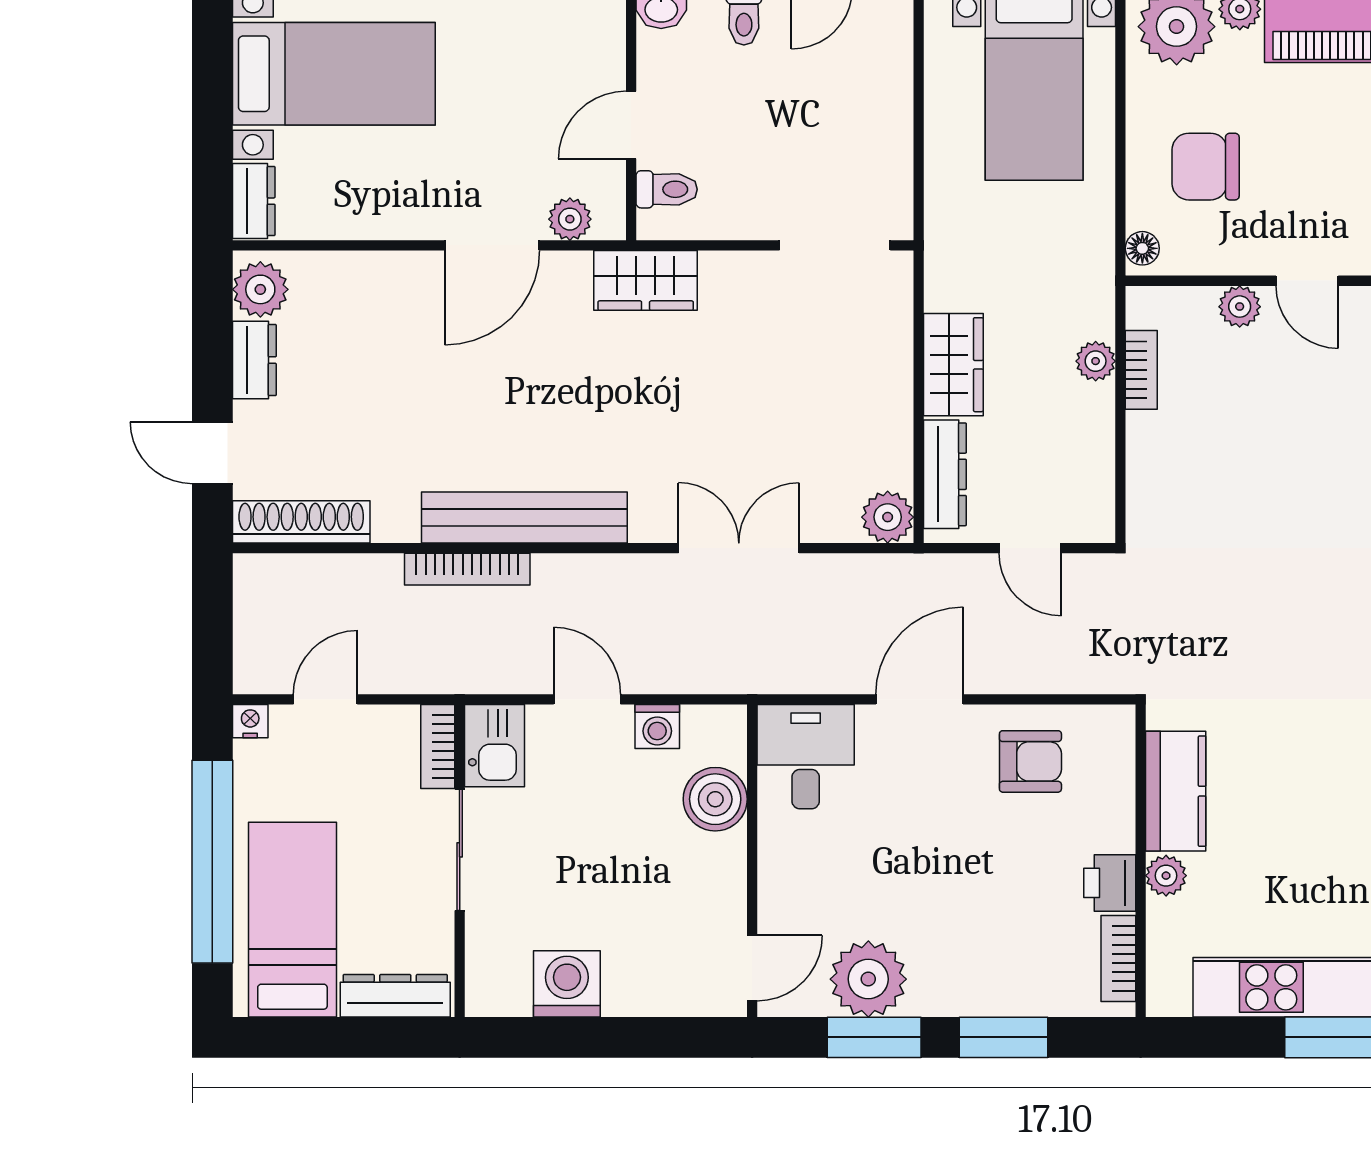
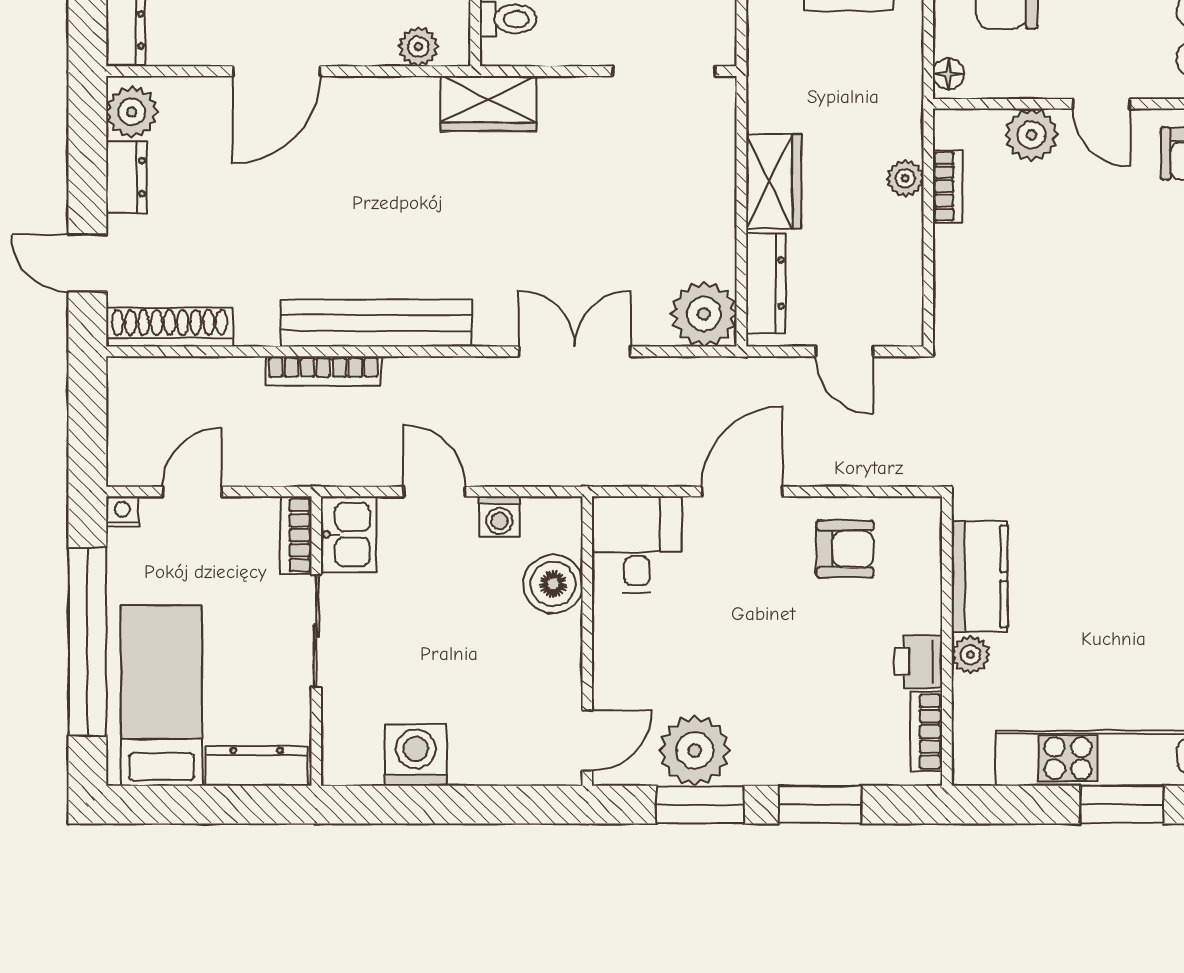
door: (492, 245) -> (276, 71), moved
plant: (1240, 307) -> (1031, 135), width x1.38, depth x1.38
plant: (888, 517) -> (704, 314), width x1.36, depth x1.36

